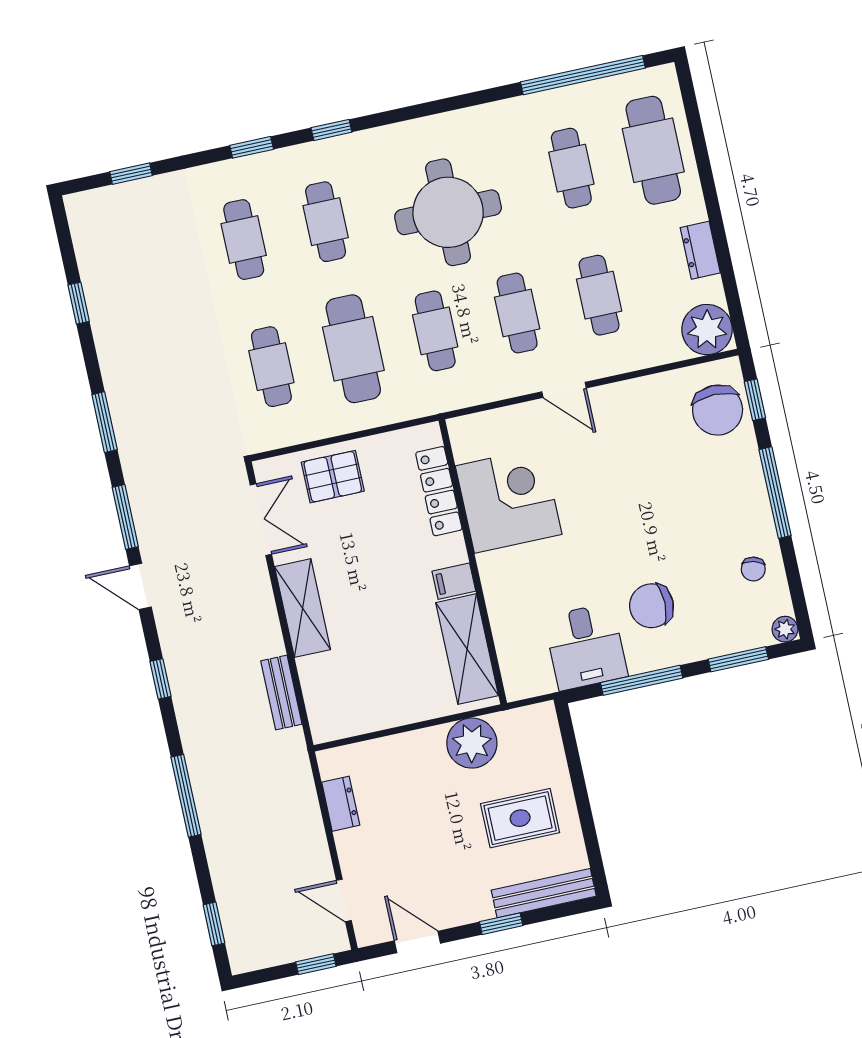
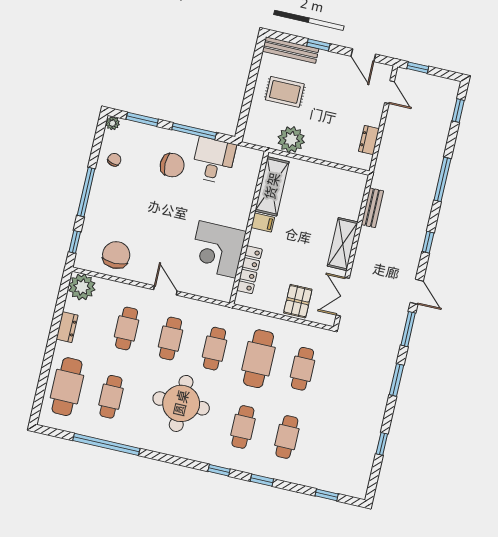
window: (583, 75) -> (106, 444), moved
chair: (718, 410) -> (116, 255), moved
pallet: (333, 477) -> (298, 301), turned 90

